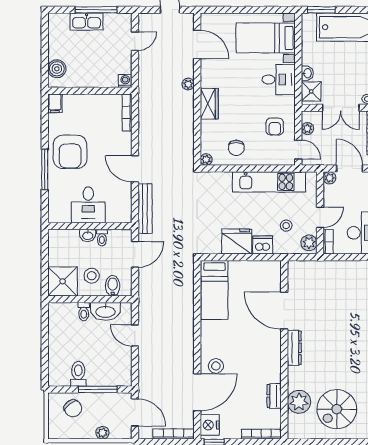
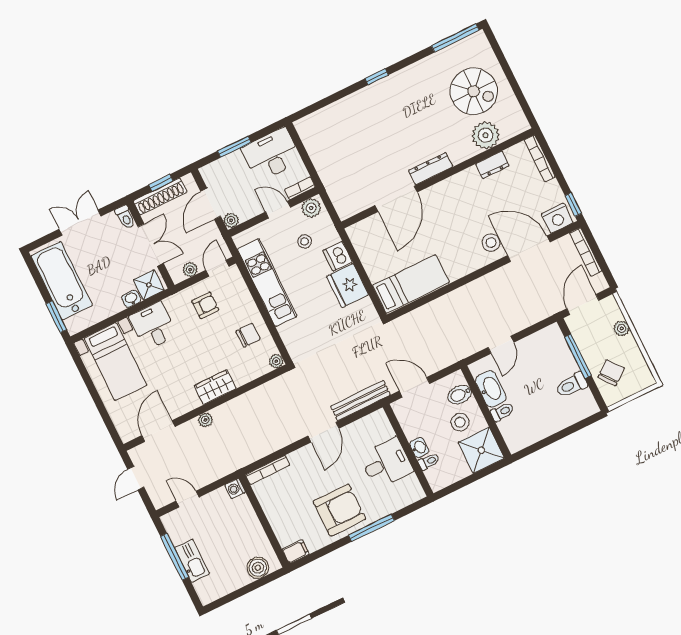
toilet: (102, 238) -> (429, 461), moved

